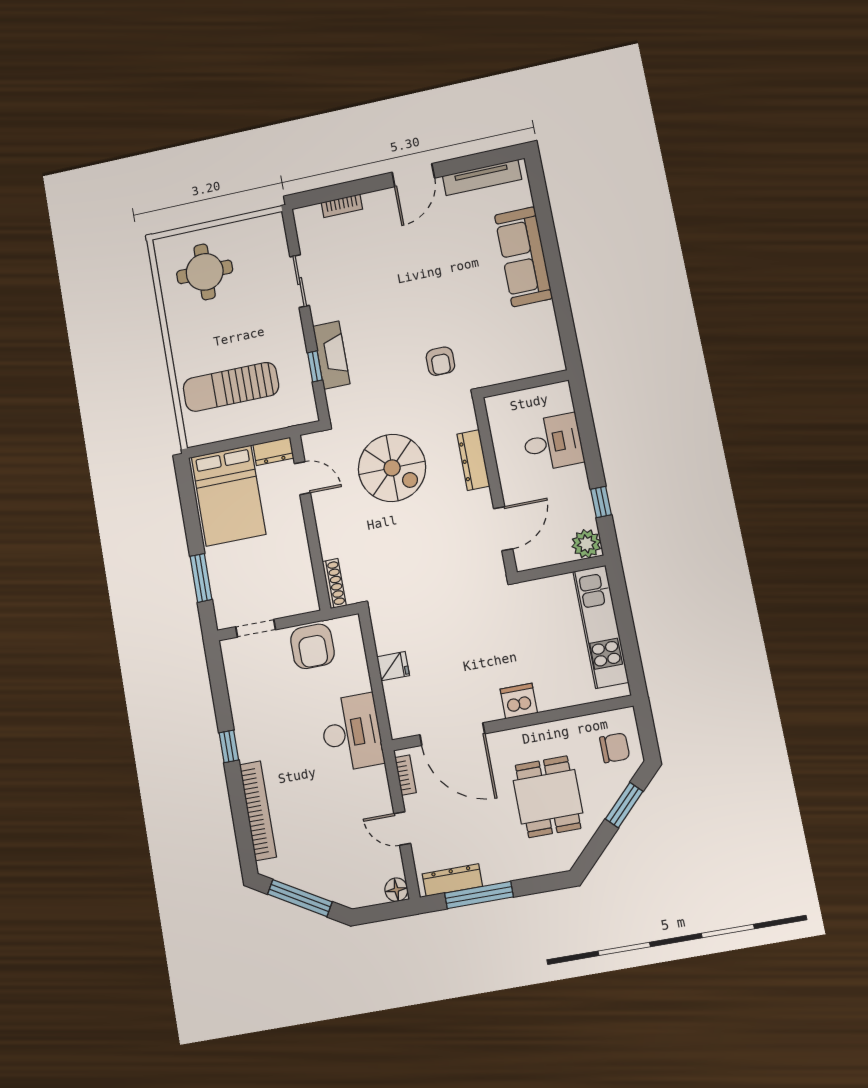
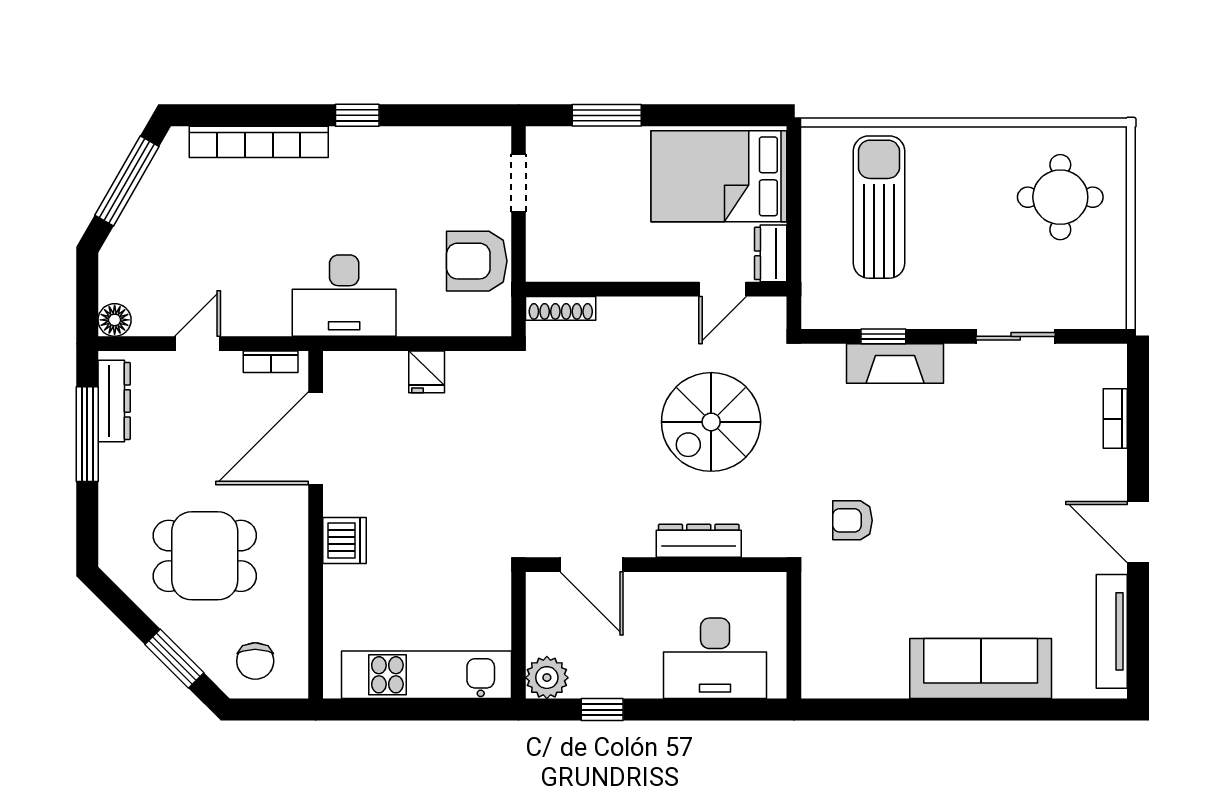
desk: (553, 442) -> (715, 658), width x1.37

